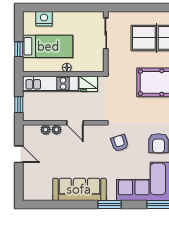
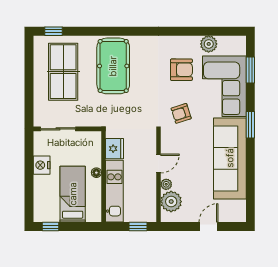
nightstand: (44, 19) -> (42, 165), moved
window: (19, 49) -> (50, 227), moved
plant: (46, 130) -> (171, 202), width x1.88, depth x1.88
door: (19, 154) -> (208, 227), moved
sofa: (79, 189) -> (230, 158), width x1.36, depth x1.27

